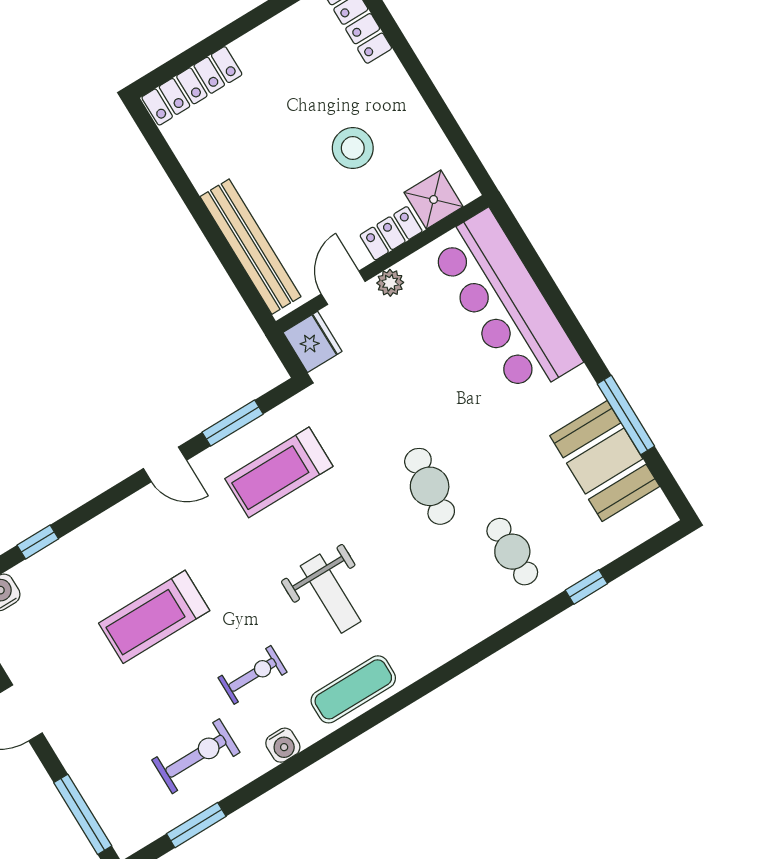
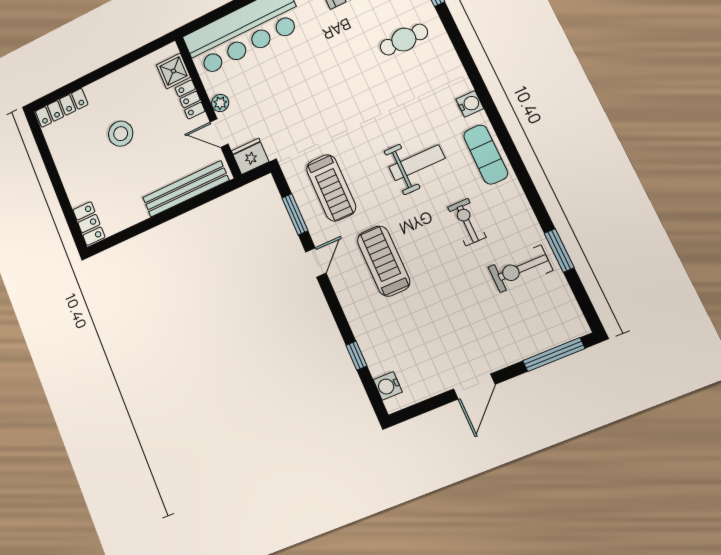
locker: (192, 86) -> (89, 224), width x0.66
stool: (353, 148) -> (121, 134), moved
cafe table: (430, 486) -> (353, 90), removed
treadmill: (154, 617) -> (384, 261), moved, turned 180
water cooler: (283, 745) -> (470, 104), moved
exercise bike: (196, 756) -> (520, 269), turned -90
window: (196, 825) -> (559, 250), moved

